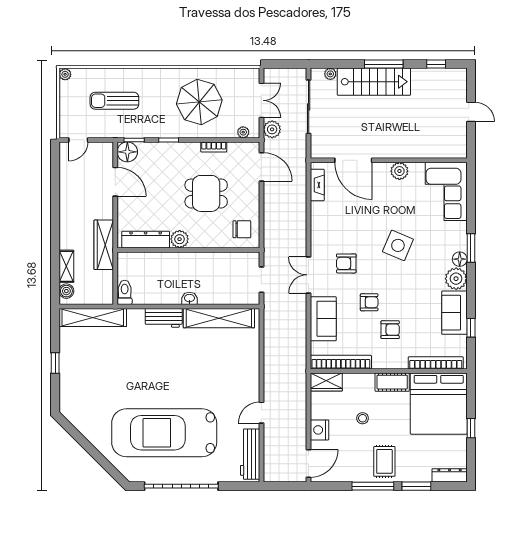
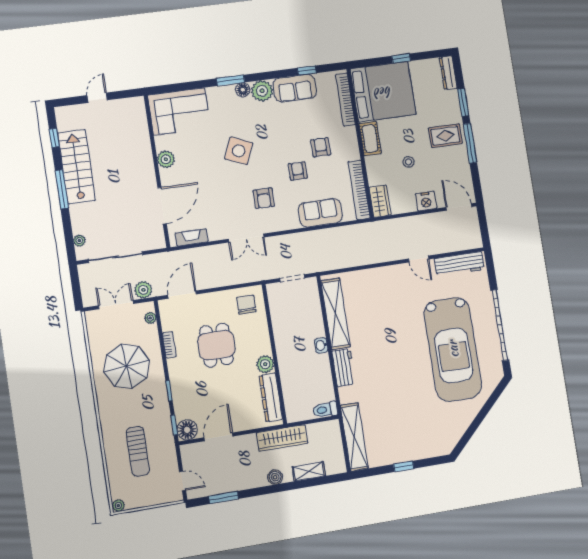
stairs: (374, 82) -> (77, 167), moved
window: (55, 178) -> (224, 498), added
double door: (309, 275) -> (246, 238), moved
boiler: (66, 291) -> (275, 477), moved

